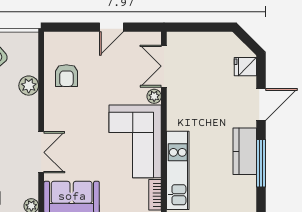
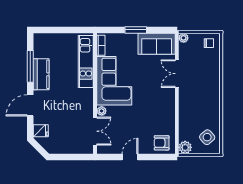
armchair: (66, 76) -> (162, 143), moved, turned -90
plant: (29, 86) -> (185, 147), moved

